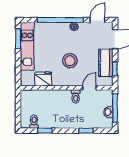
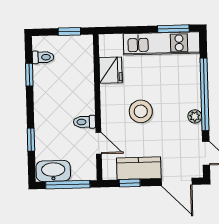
window: (18, 105) -> (69, 31), added
washbasin: (108, 112) -> (53, 171), width x1.91, depth x1.45

